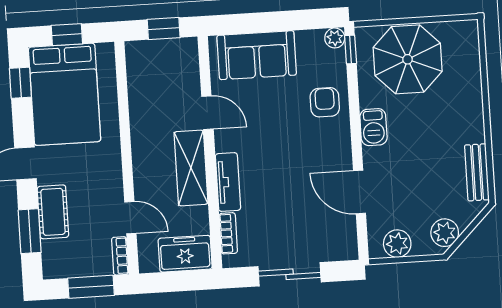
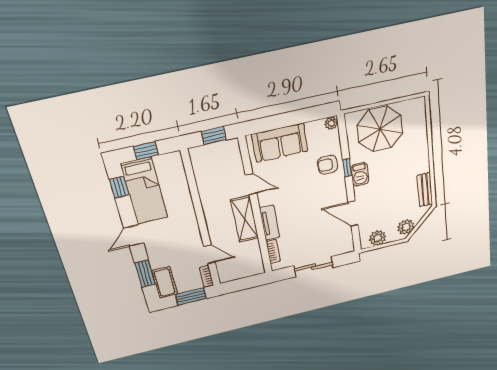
window: (351, 50) -> (347, 168), moved
bed: (65, 94) -> (144, 191), width x0.67
armchair: (325, 102) -> (328, 165), turned -90
cot: (53, 212) -> (165, 282), moved
freezer: (185, 254) -> (247, 268), removed

